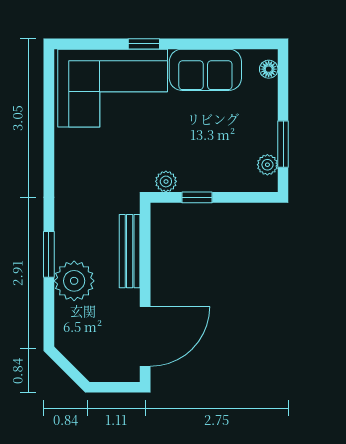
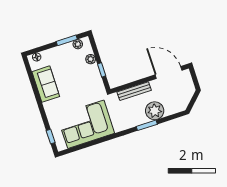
window: (144, 44) -> (51, 137), moved
corner sofa: (113, 88) -> (86, 124), moved, turned -90
plant: (166, 181) -> (91, 59), moved

